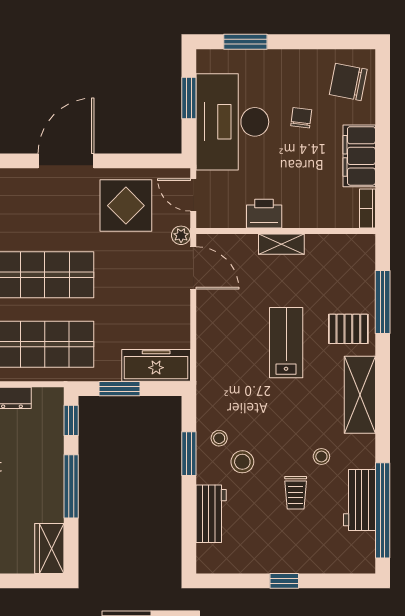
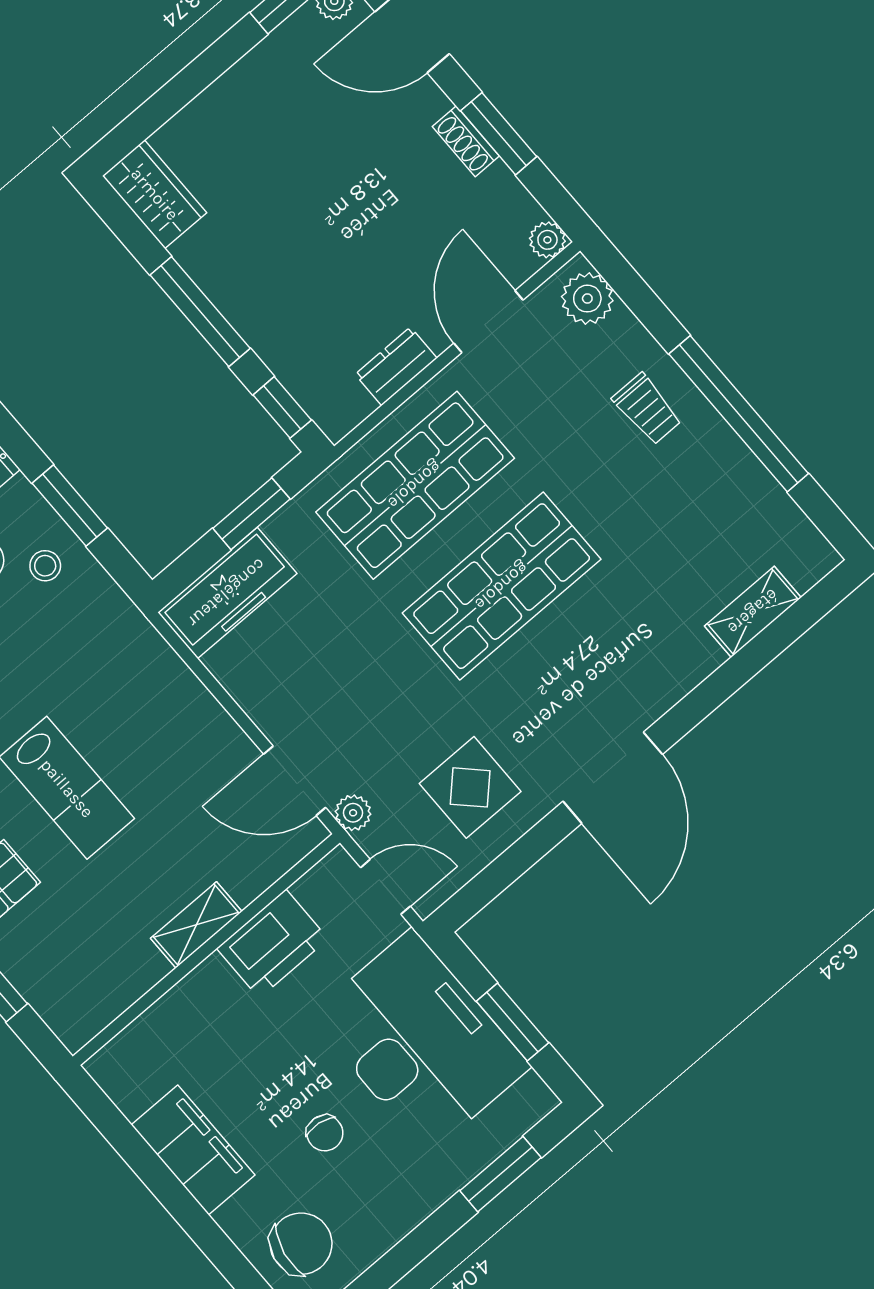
display table: (126, 206) -> (470, 787), width x0.73, depth x0.73
bookcase: (367, 208) -> (116, 1084), removed
printer: (264, 214) -> (272, 944), width x1.37, depth x1.19

